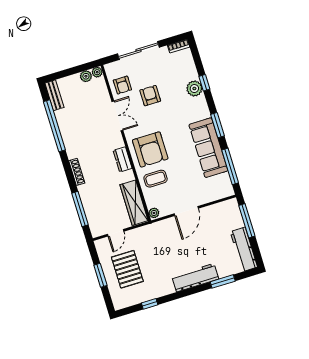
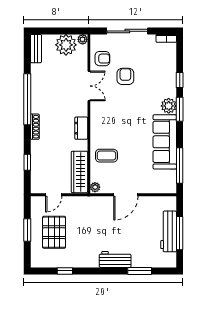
plant: (86, 76) -> (66, 45), width x1.87, depth x1.87
armchair: (122, 85) -> (102, 59), turned -90
plant: (194, 89) -> (169, 106), moved
window: (217, 125) -> (180, 109), moved
window: (54, 126) -> (27, 99), moved
armchair: (150, 149) -> (110, 127), removed
window: (80, 209) -> (27, 162), width x0.46
window: (247, 221) -> (180, 233), moved
workbench: (244, 249) -> (169, 231), moved
workbench: (195, 278) -> (115, 260), width x0.73

